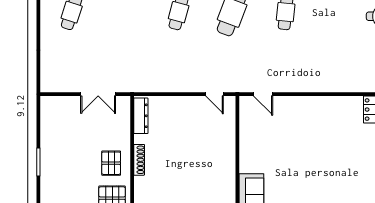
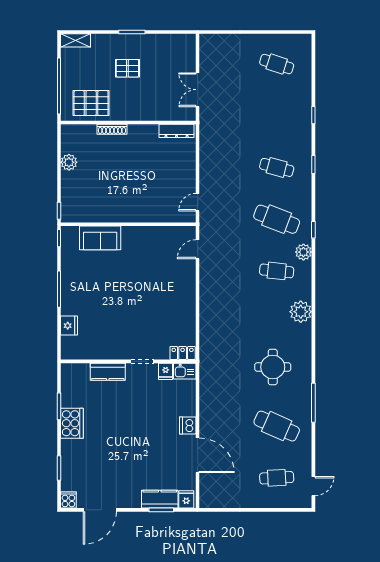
shoe rack: (139, 160) -> (112, 129), moved
pallet: (111, 163) -> (127, 68), moved

